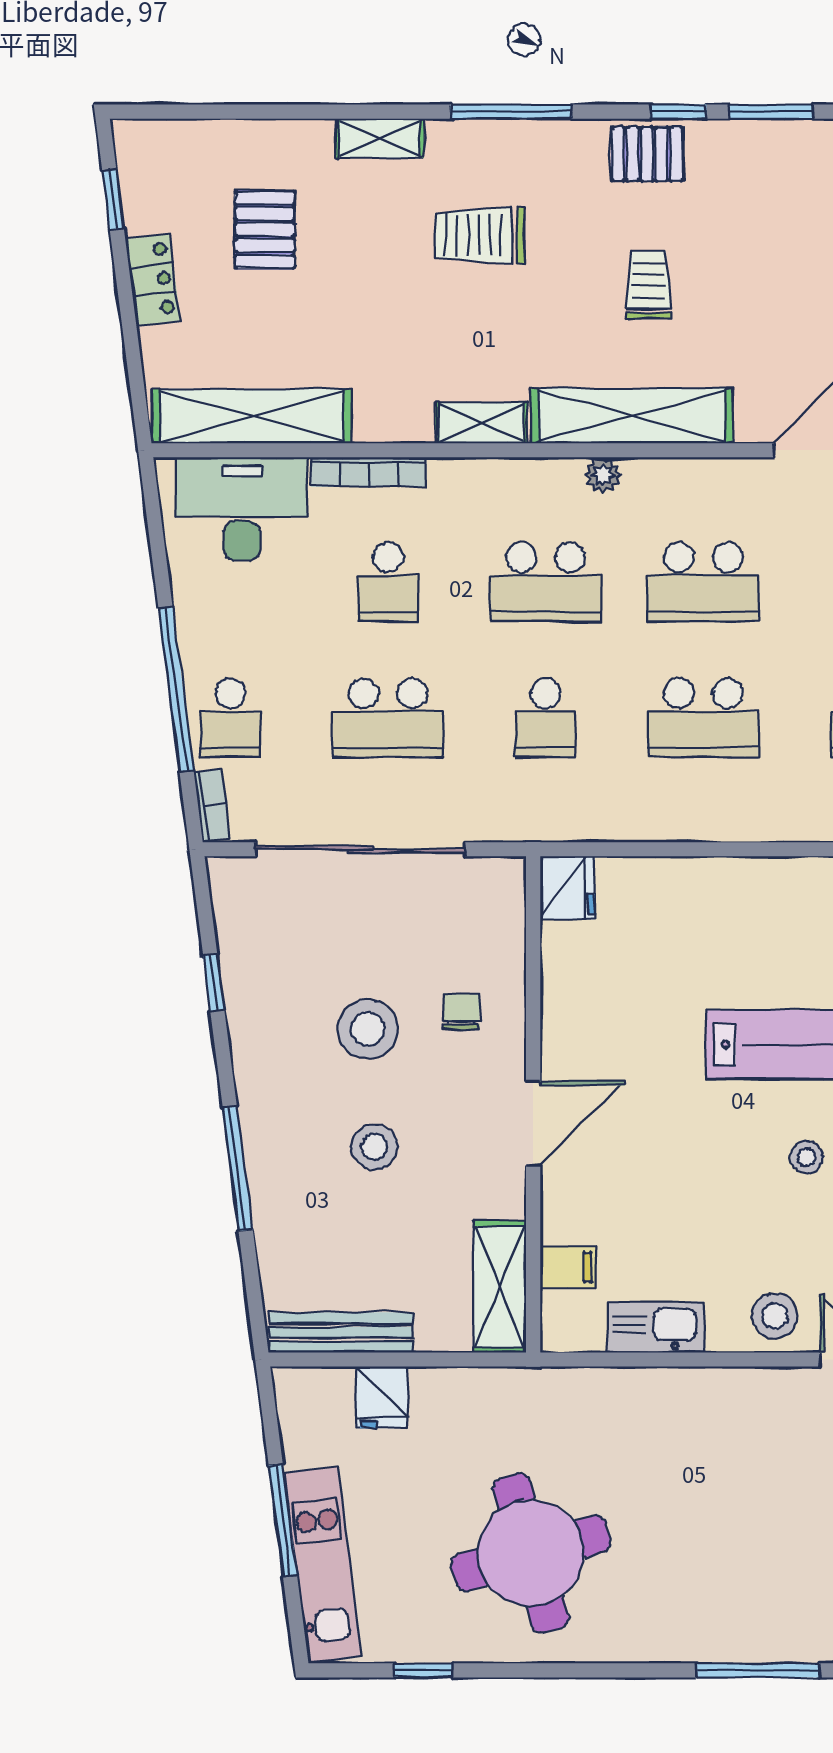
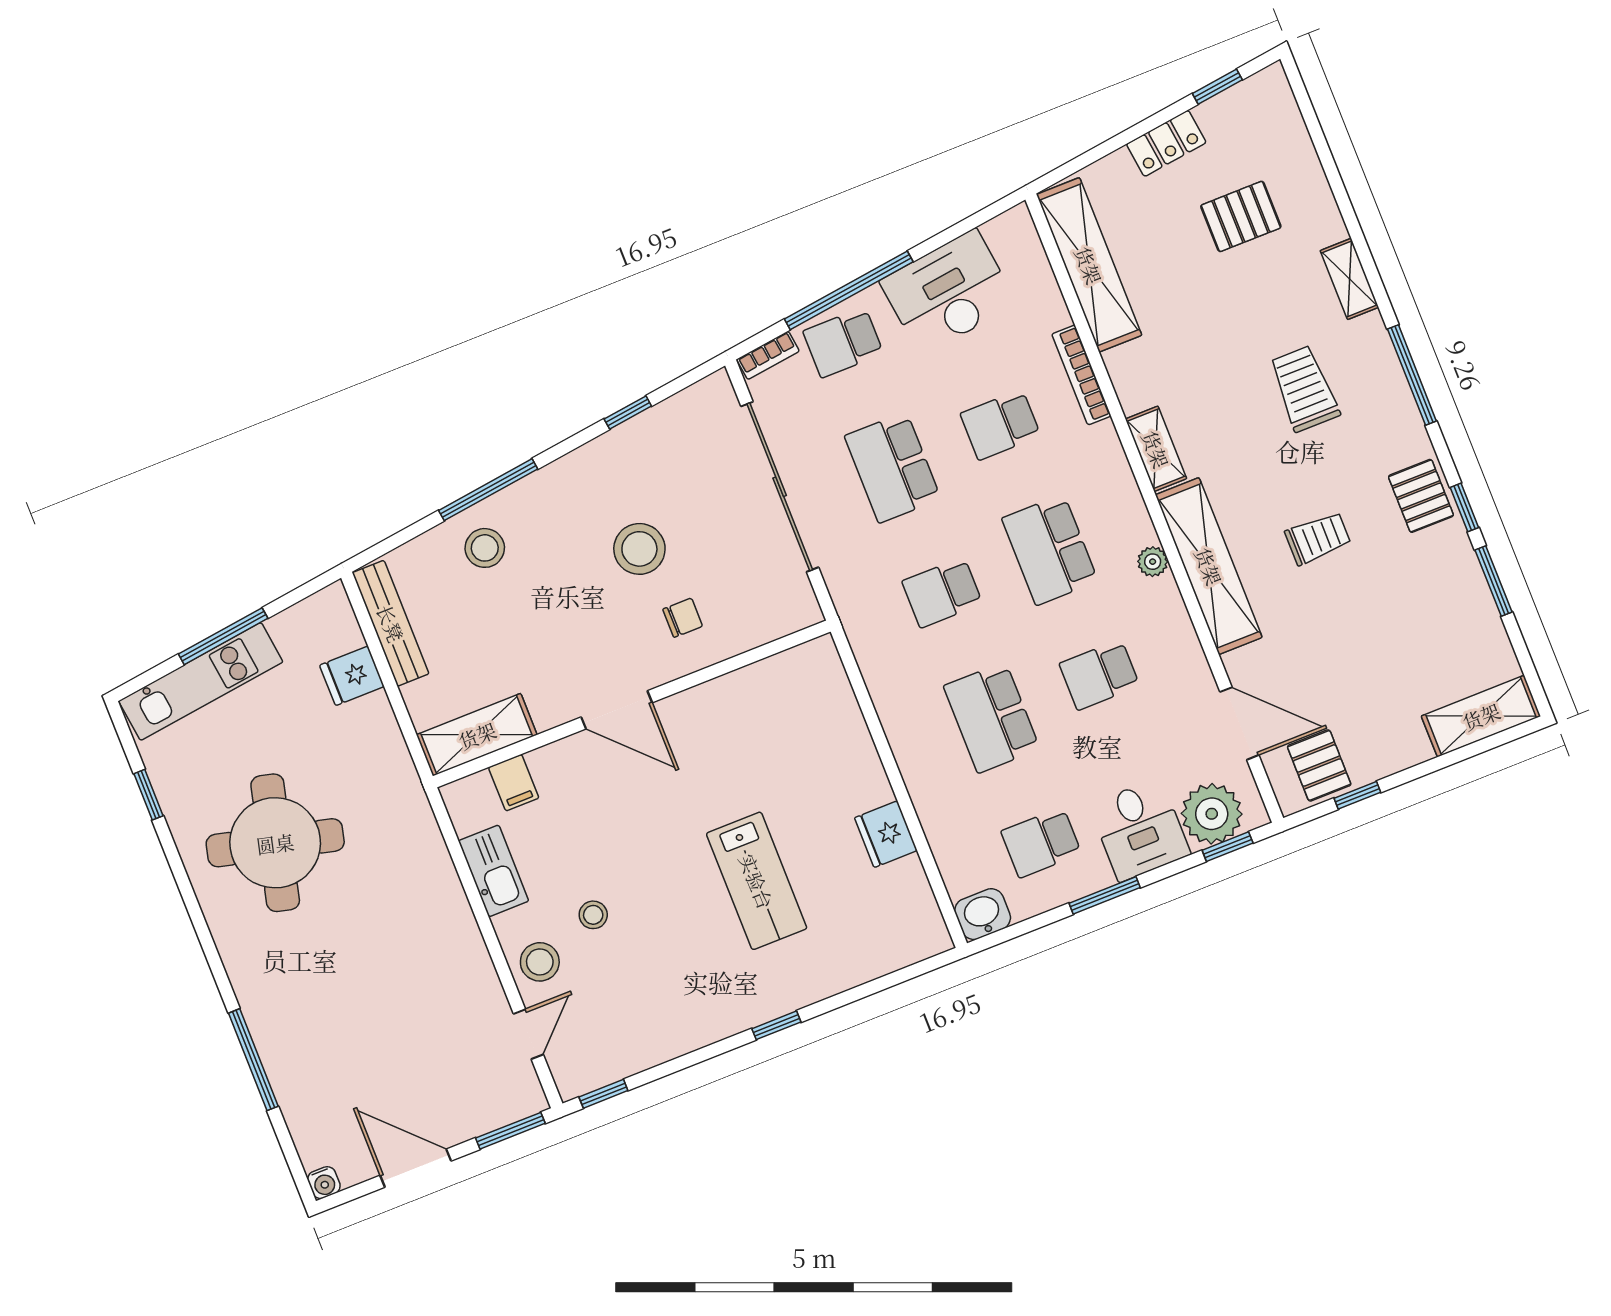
desk: (242, 509) -> (948, 292), moved, turned -97
school desk: (703, 582) -> (1099, 675), width x0.54
fridge: (567, 888) -> (886, 834), moved, turned 90
stool: (374, 1147) -> (485, 548), moved
stool: (807, 1157) -> (593, 915), moved
round table: (531, 1553) -> (275, 843), turned 30

